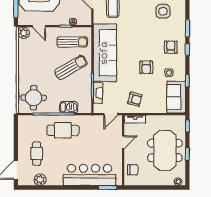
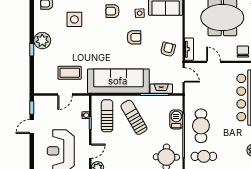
cafe table: (37, 154) -> (204, 156), moved

